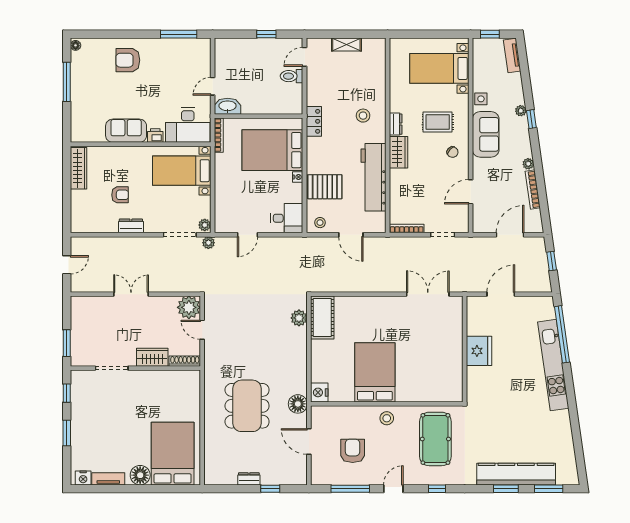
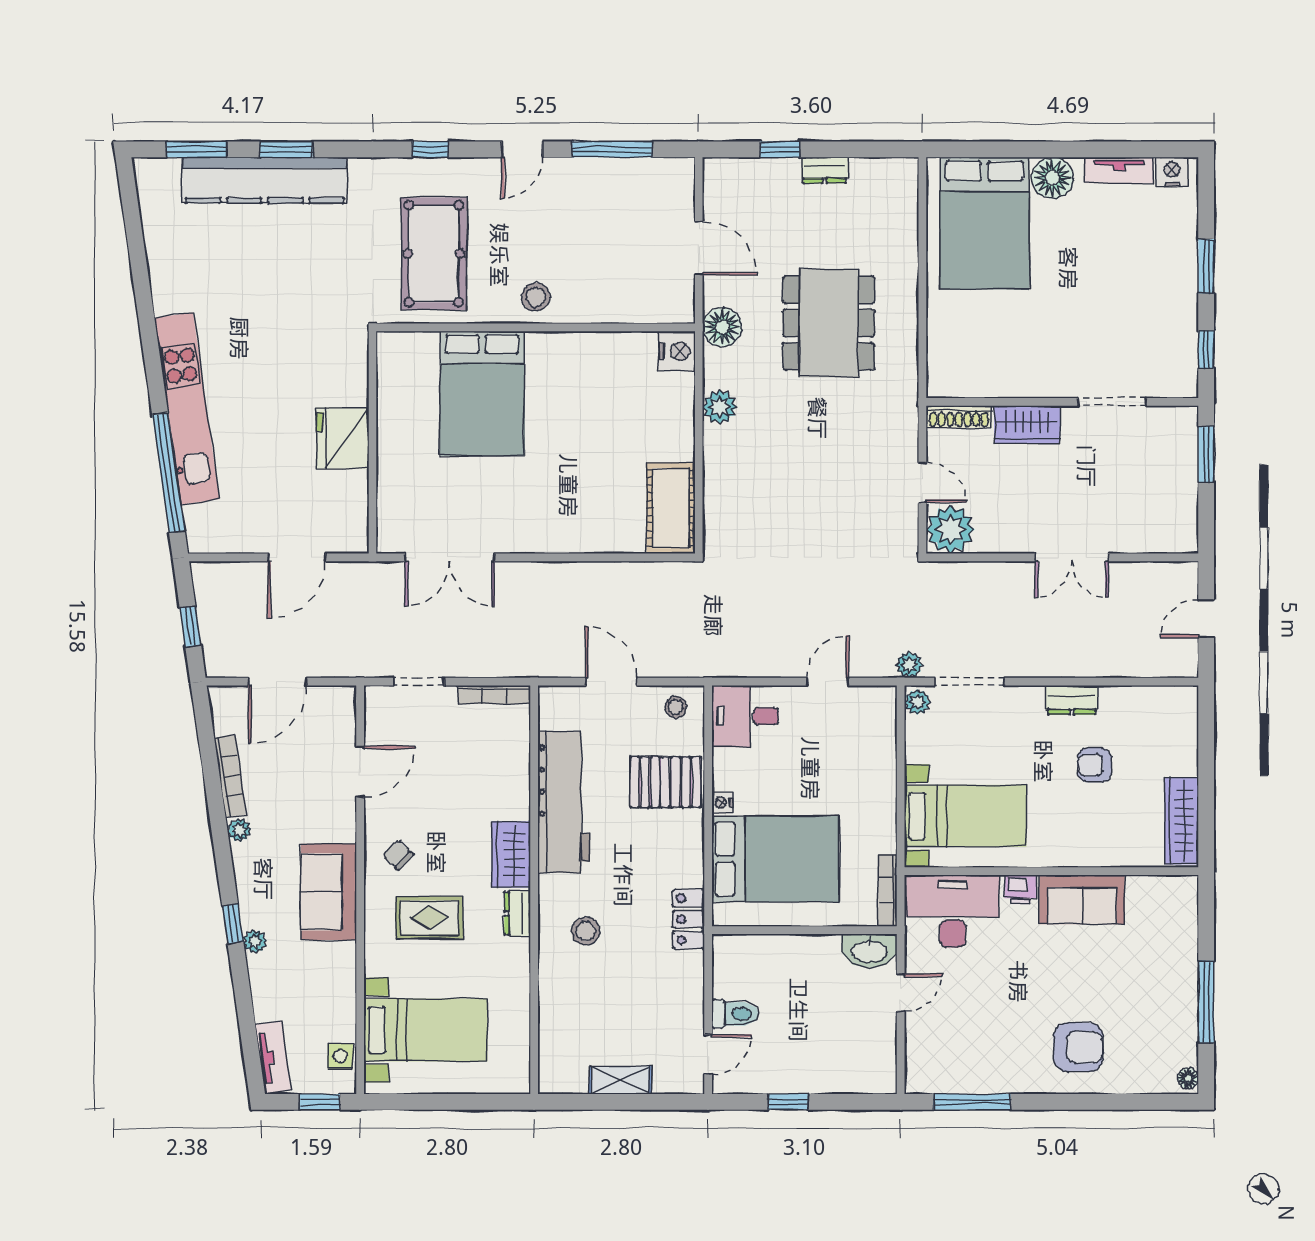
side table: (481, 99) -> (340, 1056), moved
plant: (299, 318) -> (720, 407), moved
bed: (375, 372) -> (482, 393), moved
armchair: (353, 451) -> (607, 229), removed

